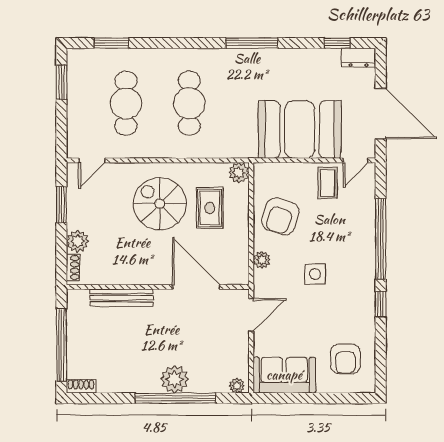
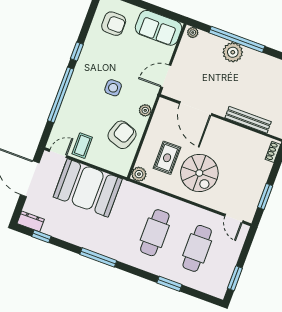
window: (111, 43) -> (169, 284), moved
door: (92, 160) -> (234, 219), swing flipped
plant: (78, 241) -> (263, 168), removed
armchair: (346, 359) -> (114, 24), turned 90

